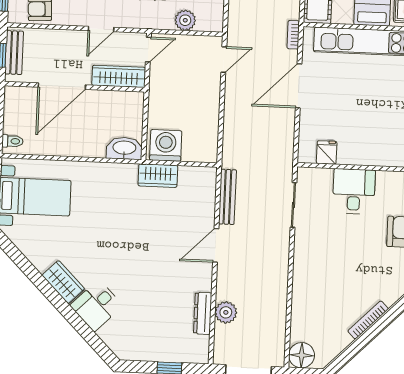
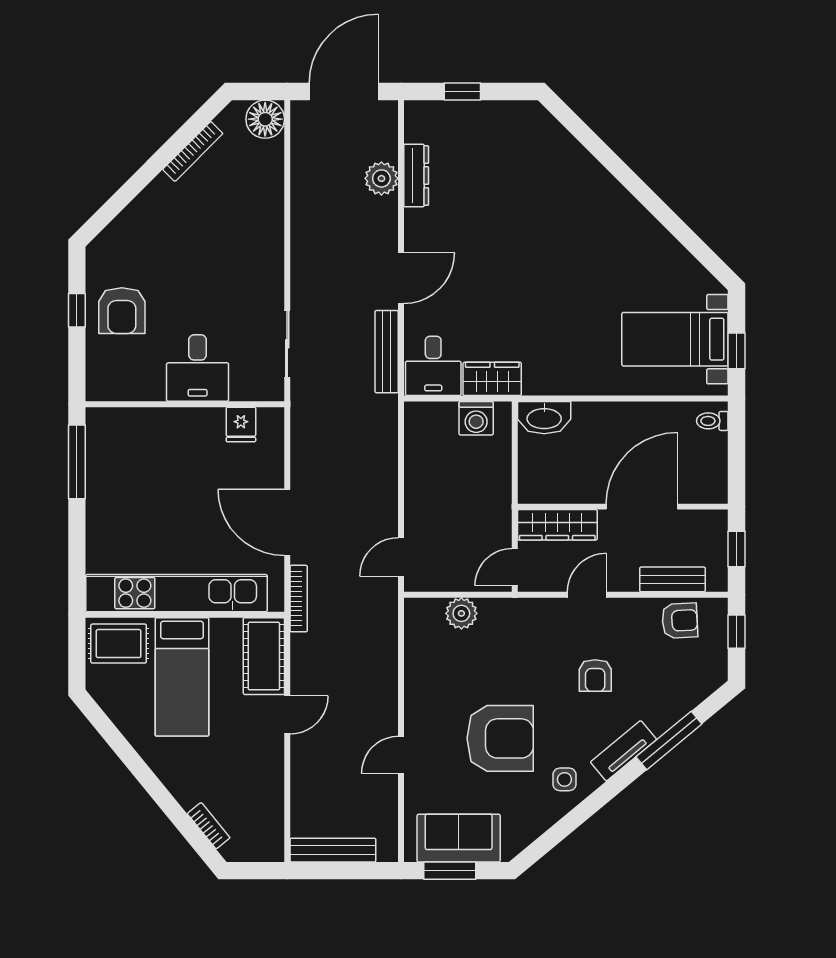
bookcase: (293, 35) -> (299, 599), width x1.56
bench: (14, 53) -> (672, 579), moved, turned 90
door: (299, 86) -> (287, 522), swing flipped
washing machine: (166, 145) -> (476, 418), width x0.73, depth x0.73
wardrobe: (63, 282) -> (627, 213), removed
desk: (96, 306) -> (433, 366), moved, turned 135
bookcase: (368, 320) -> (193, 151), moved

